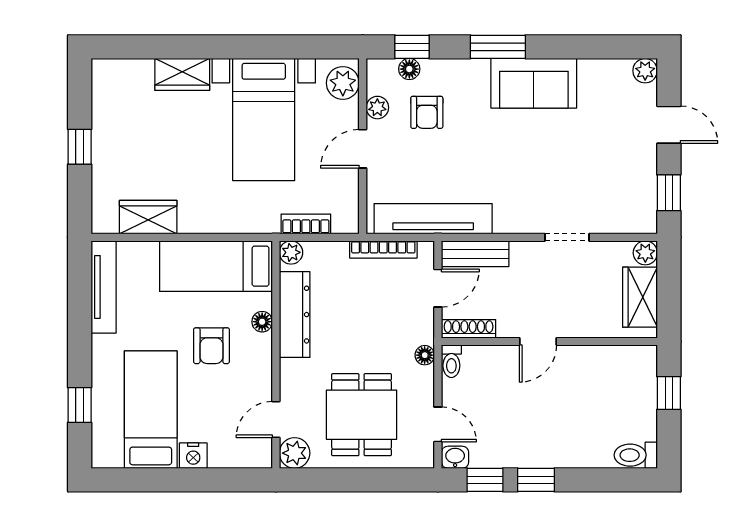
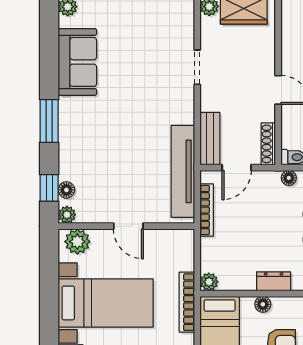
sofa: (534, 83) -> (77, 62), moved
plant: (377, 108) -> (67, 215), moved
armchair: (427, 112) -> (100, 176), removed
bookcase: (306, 224) -> (187, 302), moved, width x1.56
door: (438, 288) -> (237, 168), swing flipped
dresser: (295, 315) -> (274, 281), width x0.51, depth x0.80

